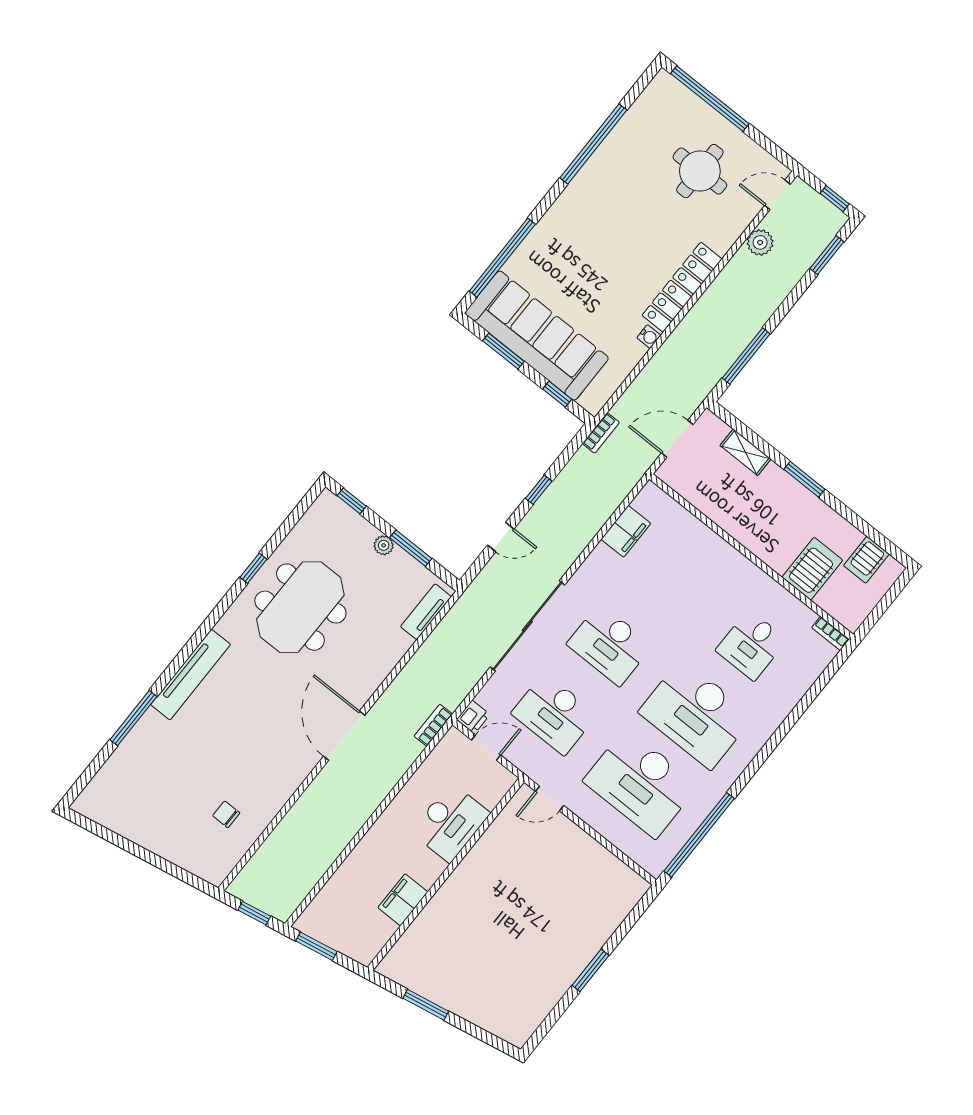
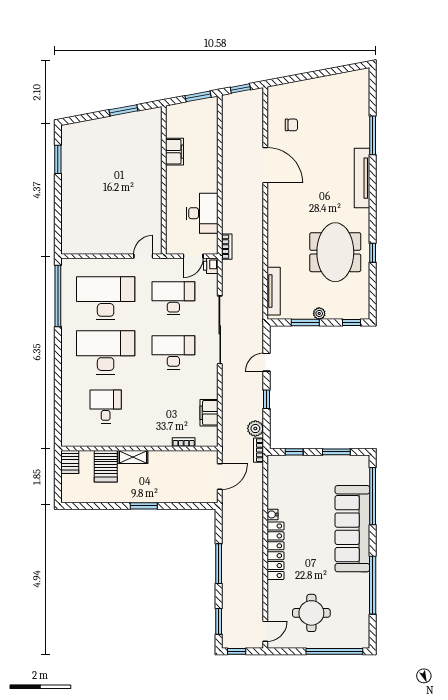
plant: (760, 242) -> (255, 429), moved
sofa: (537, 336) -> (352, 529), moved, turned 90
window: (746, 356) -> (219, 564), moved
shelving: (745, 452) -> (133, 457), moved
server rack: (866, 560) -> (70, 462), moved, turned 180
tv unit: (426, 612) -> (274, 291), width x1.41
bookcase: (830, 633) -> (184, 442), moved
door: (344, 736) -> (265, 165), moved
desk: (450, 823) -> (202, 213), moved, turned 180
window: (591, 970) -> (58, 159), moved

